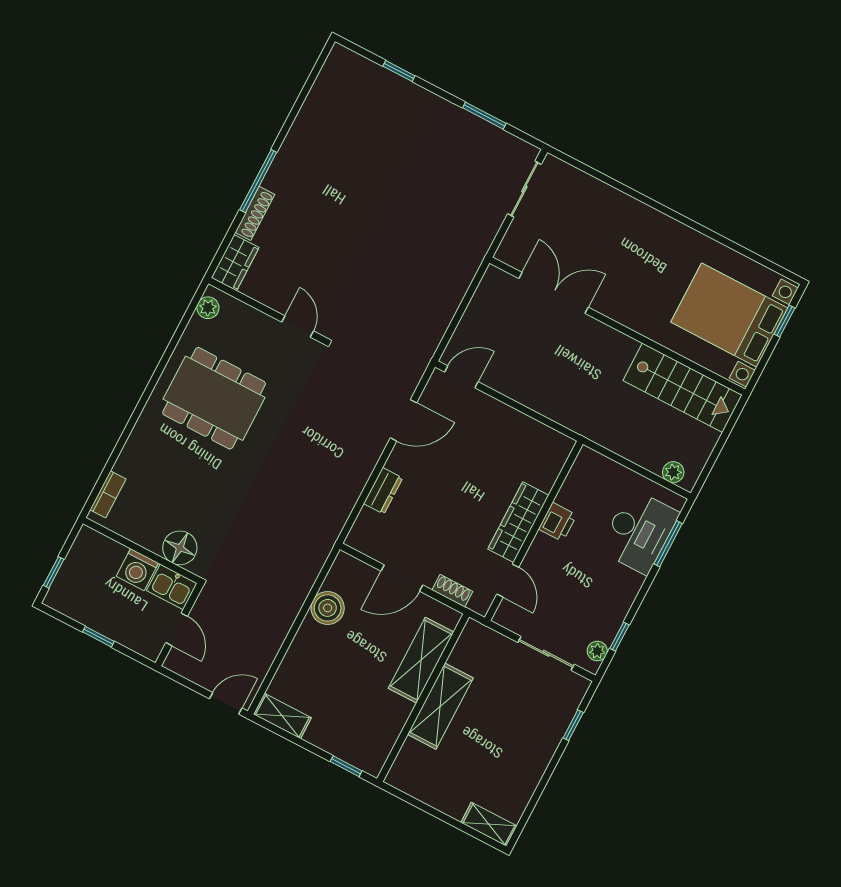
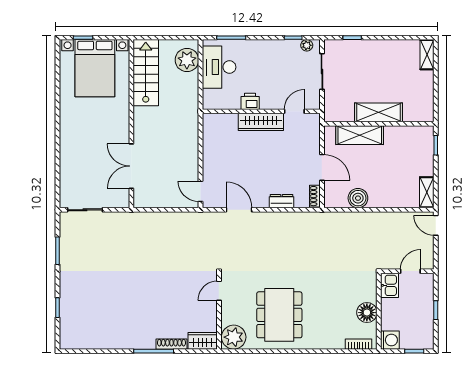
plant: (208, 308) -> (234, 337), width x1.88, depth x1.88
plant: (673, 472) -> (187, 60), width x1.88, depth x1.88
desk: (639, 532) -> (219, 67), moved, turned -90
floor lamp: (180, 548) -> (367, 313), moved
washing machine: (137, 570) -> (390, 340), moved
shoe rack: (452, 591) -> (315, 196), moved

